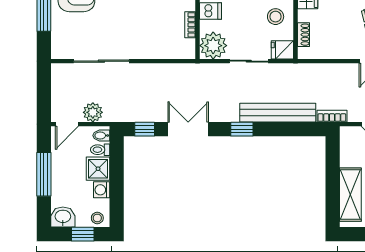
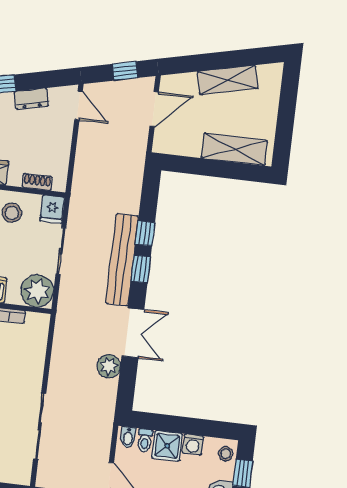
plant: (93, 112) -> (109, 366), moved
bench: (278, 113) -> (122, 259), moved
bookcase: (332, 116) -> (138, 160), removed
window: (145, 129) -> (145, 233), moved
double door: (188, 129) -> (133, 333), swing flipped

